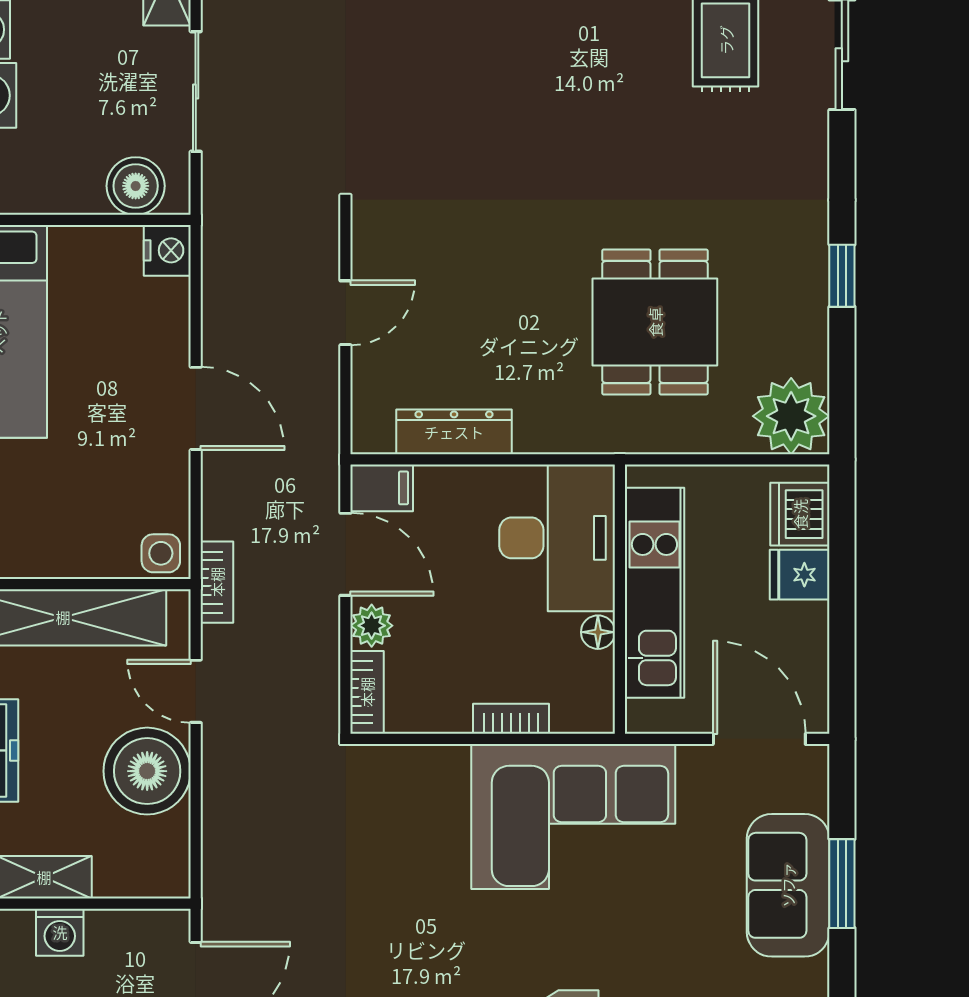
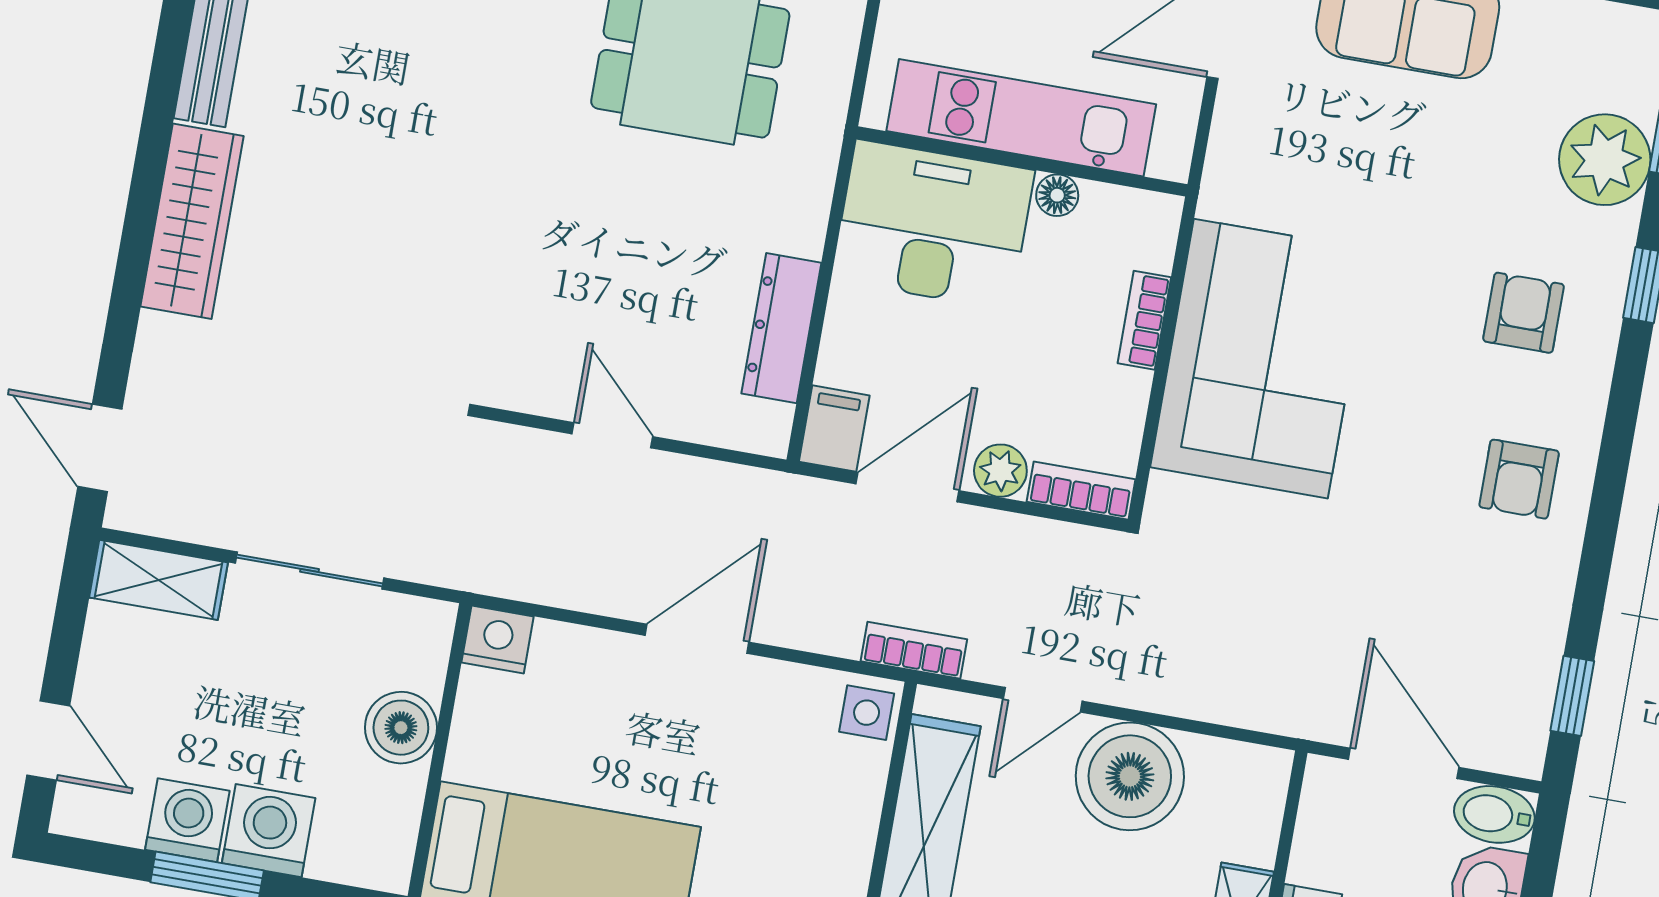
boiler: (136, 186) -> (401, 728), moved
corner sofa: (573, 817) -> (1261, 359), moved

